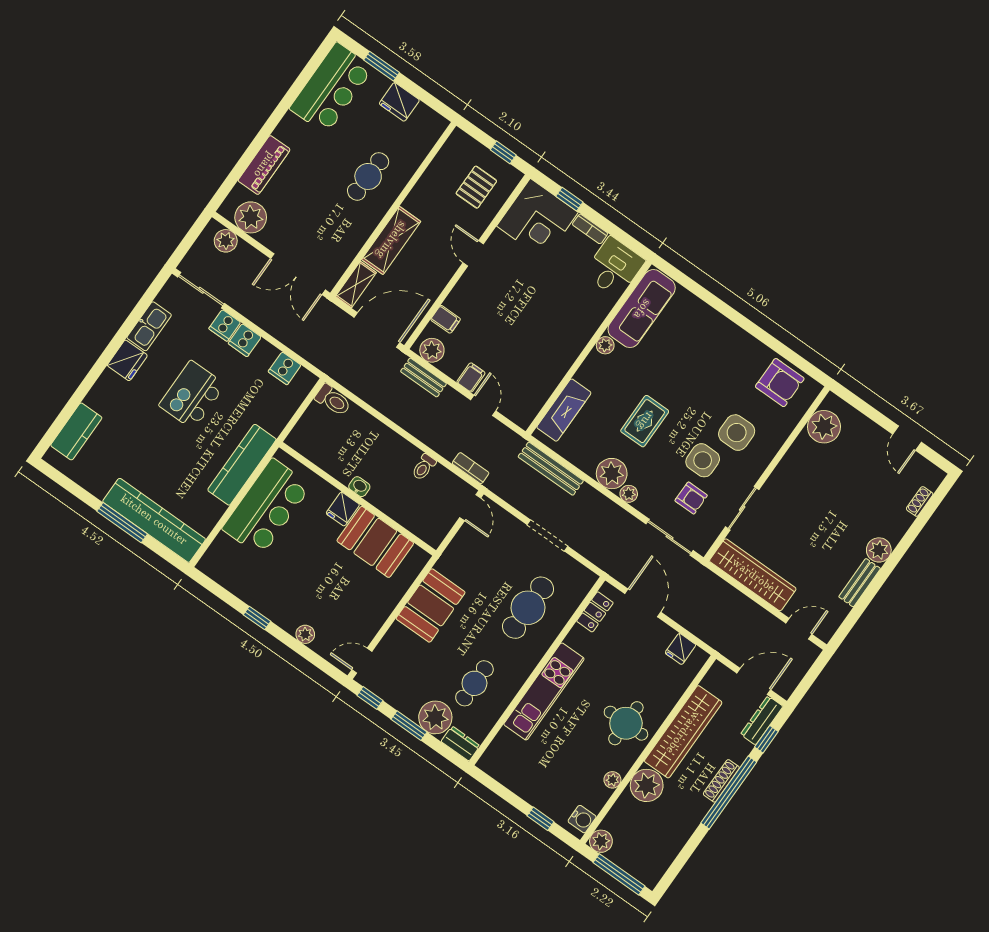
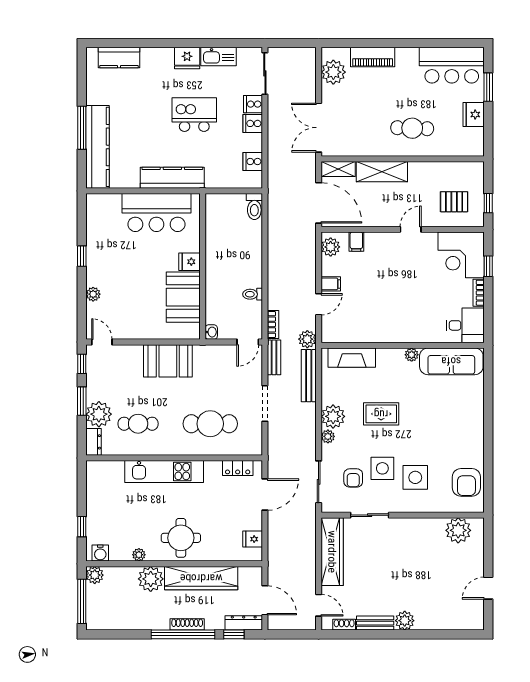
plant: (226, 241) -> (307, 339), moved
bench: (424, 378) -> (274, 357), moved
washbasin: (359, 487) -> (211, 332), moved
shoe rack: (920, 501) -> (344, 625), moved

